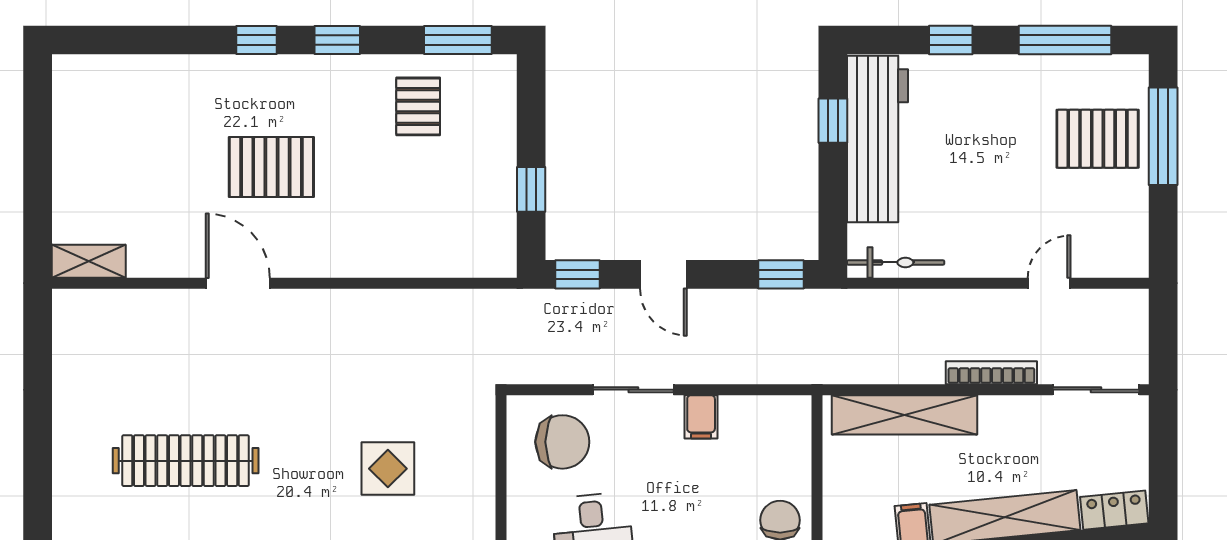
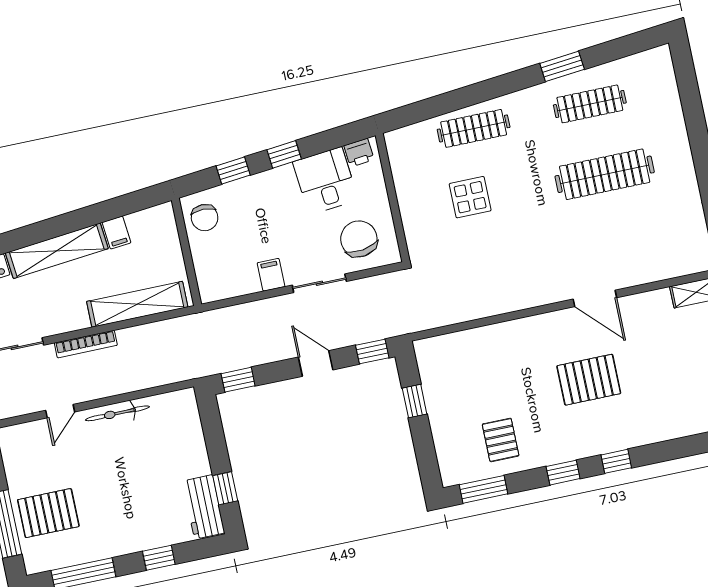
workbench: (877, 139) -> (204, 507), width x0.53, depth x0.76
bicycle: (896, 262) -> (117, 413), moved
chair: (562, 442) -> (359, 239), turned 82

